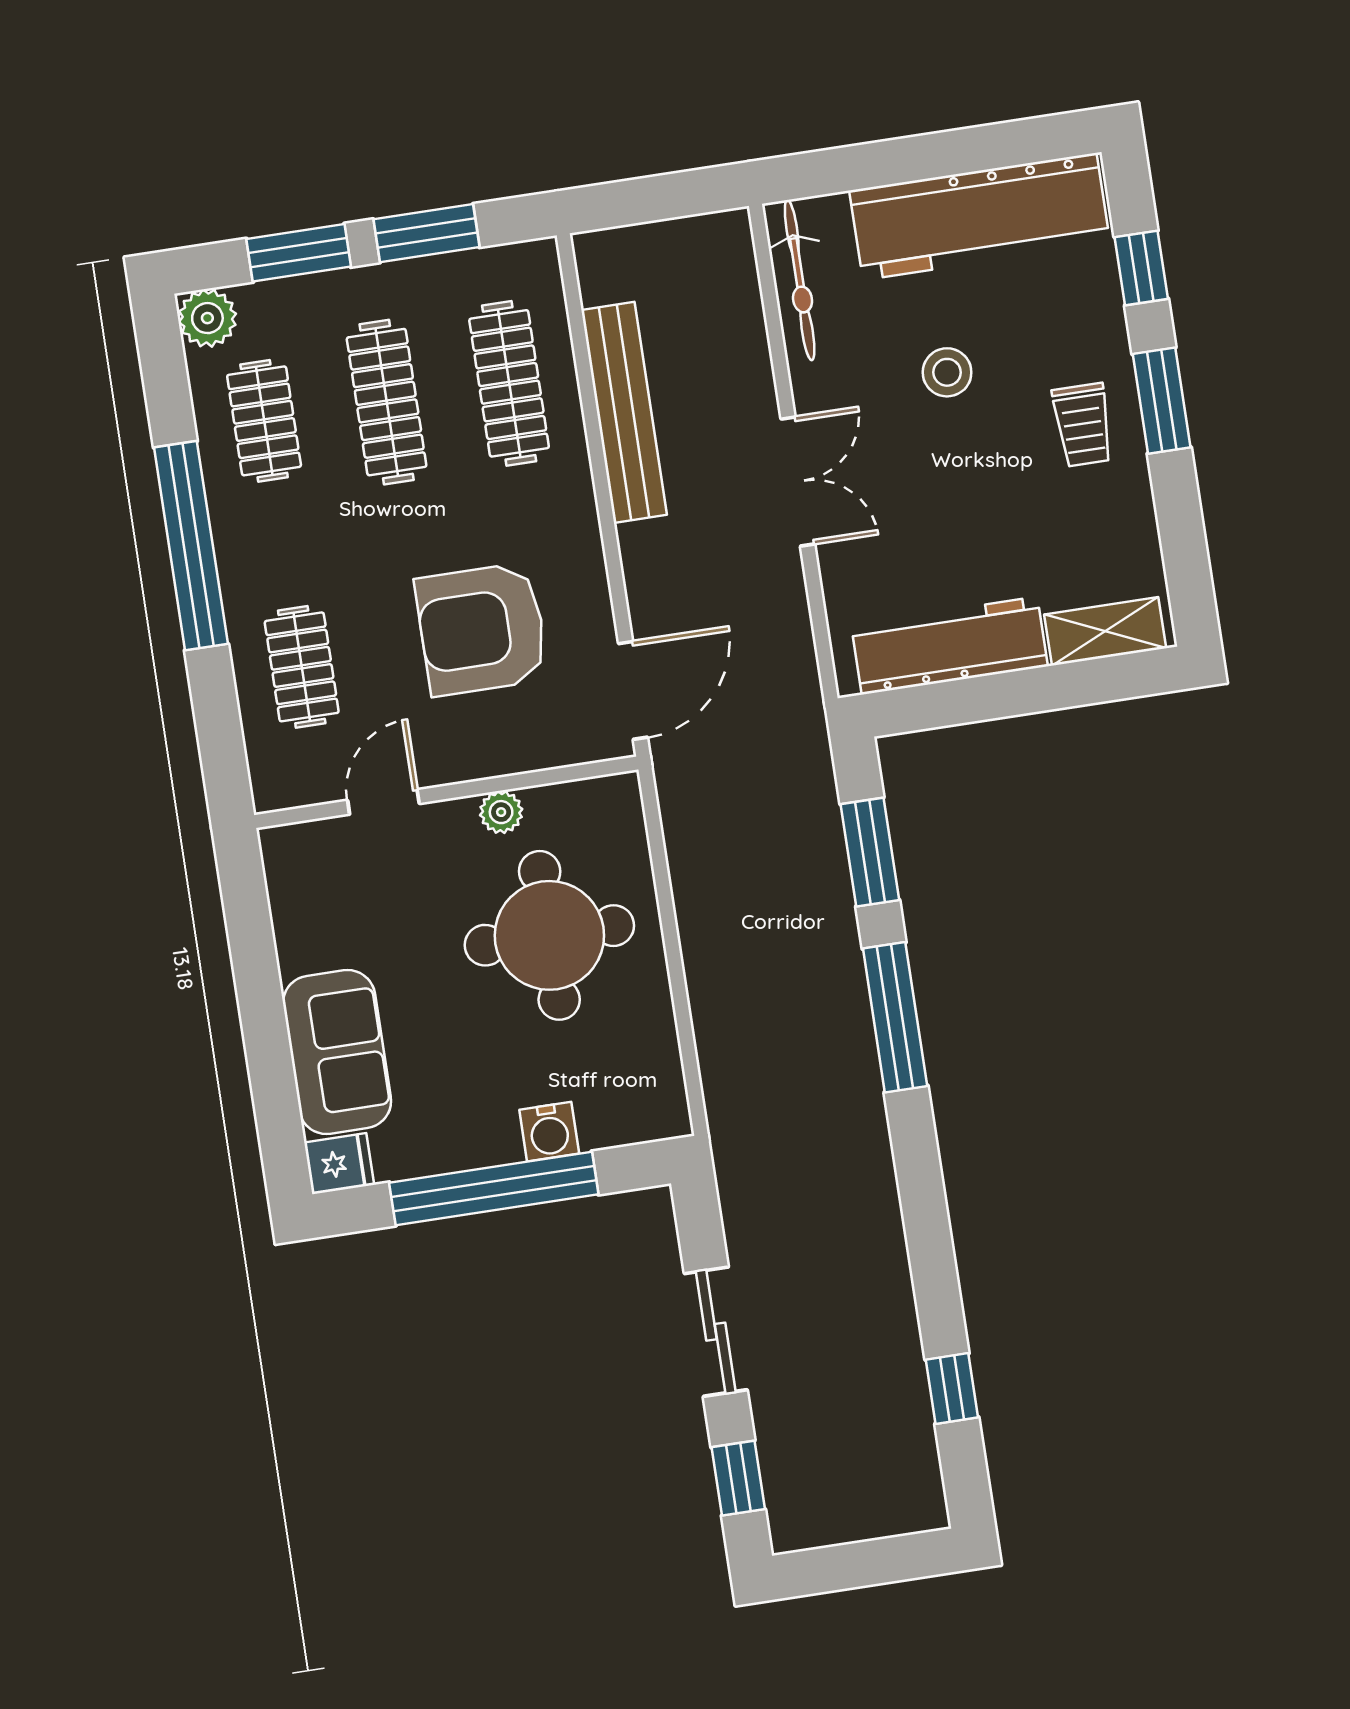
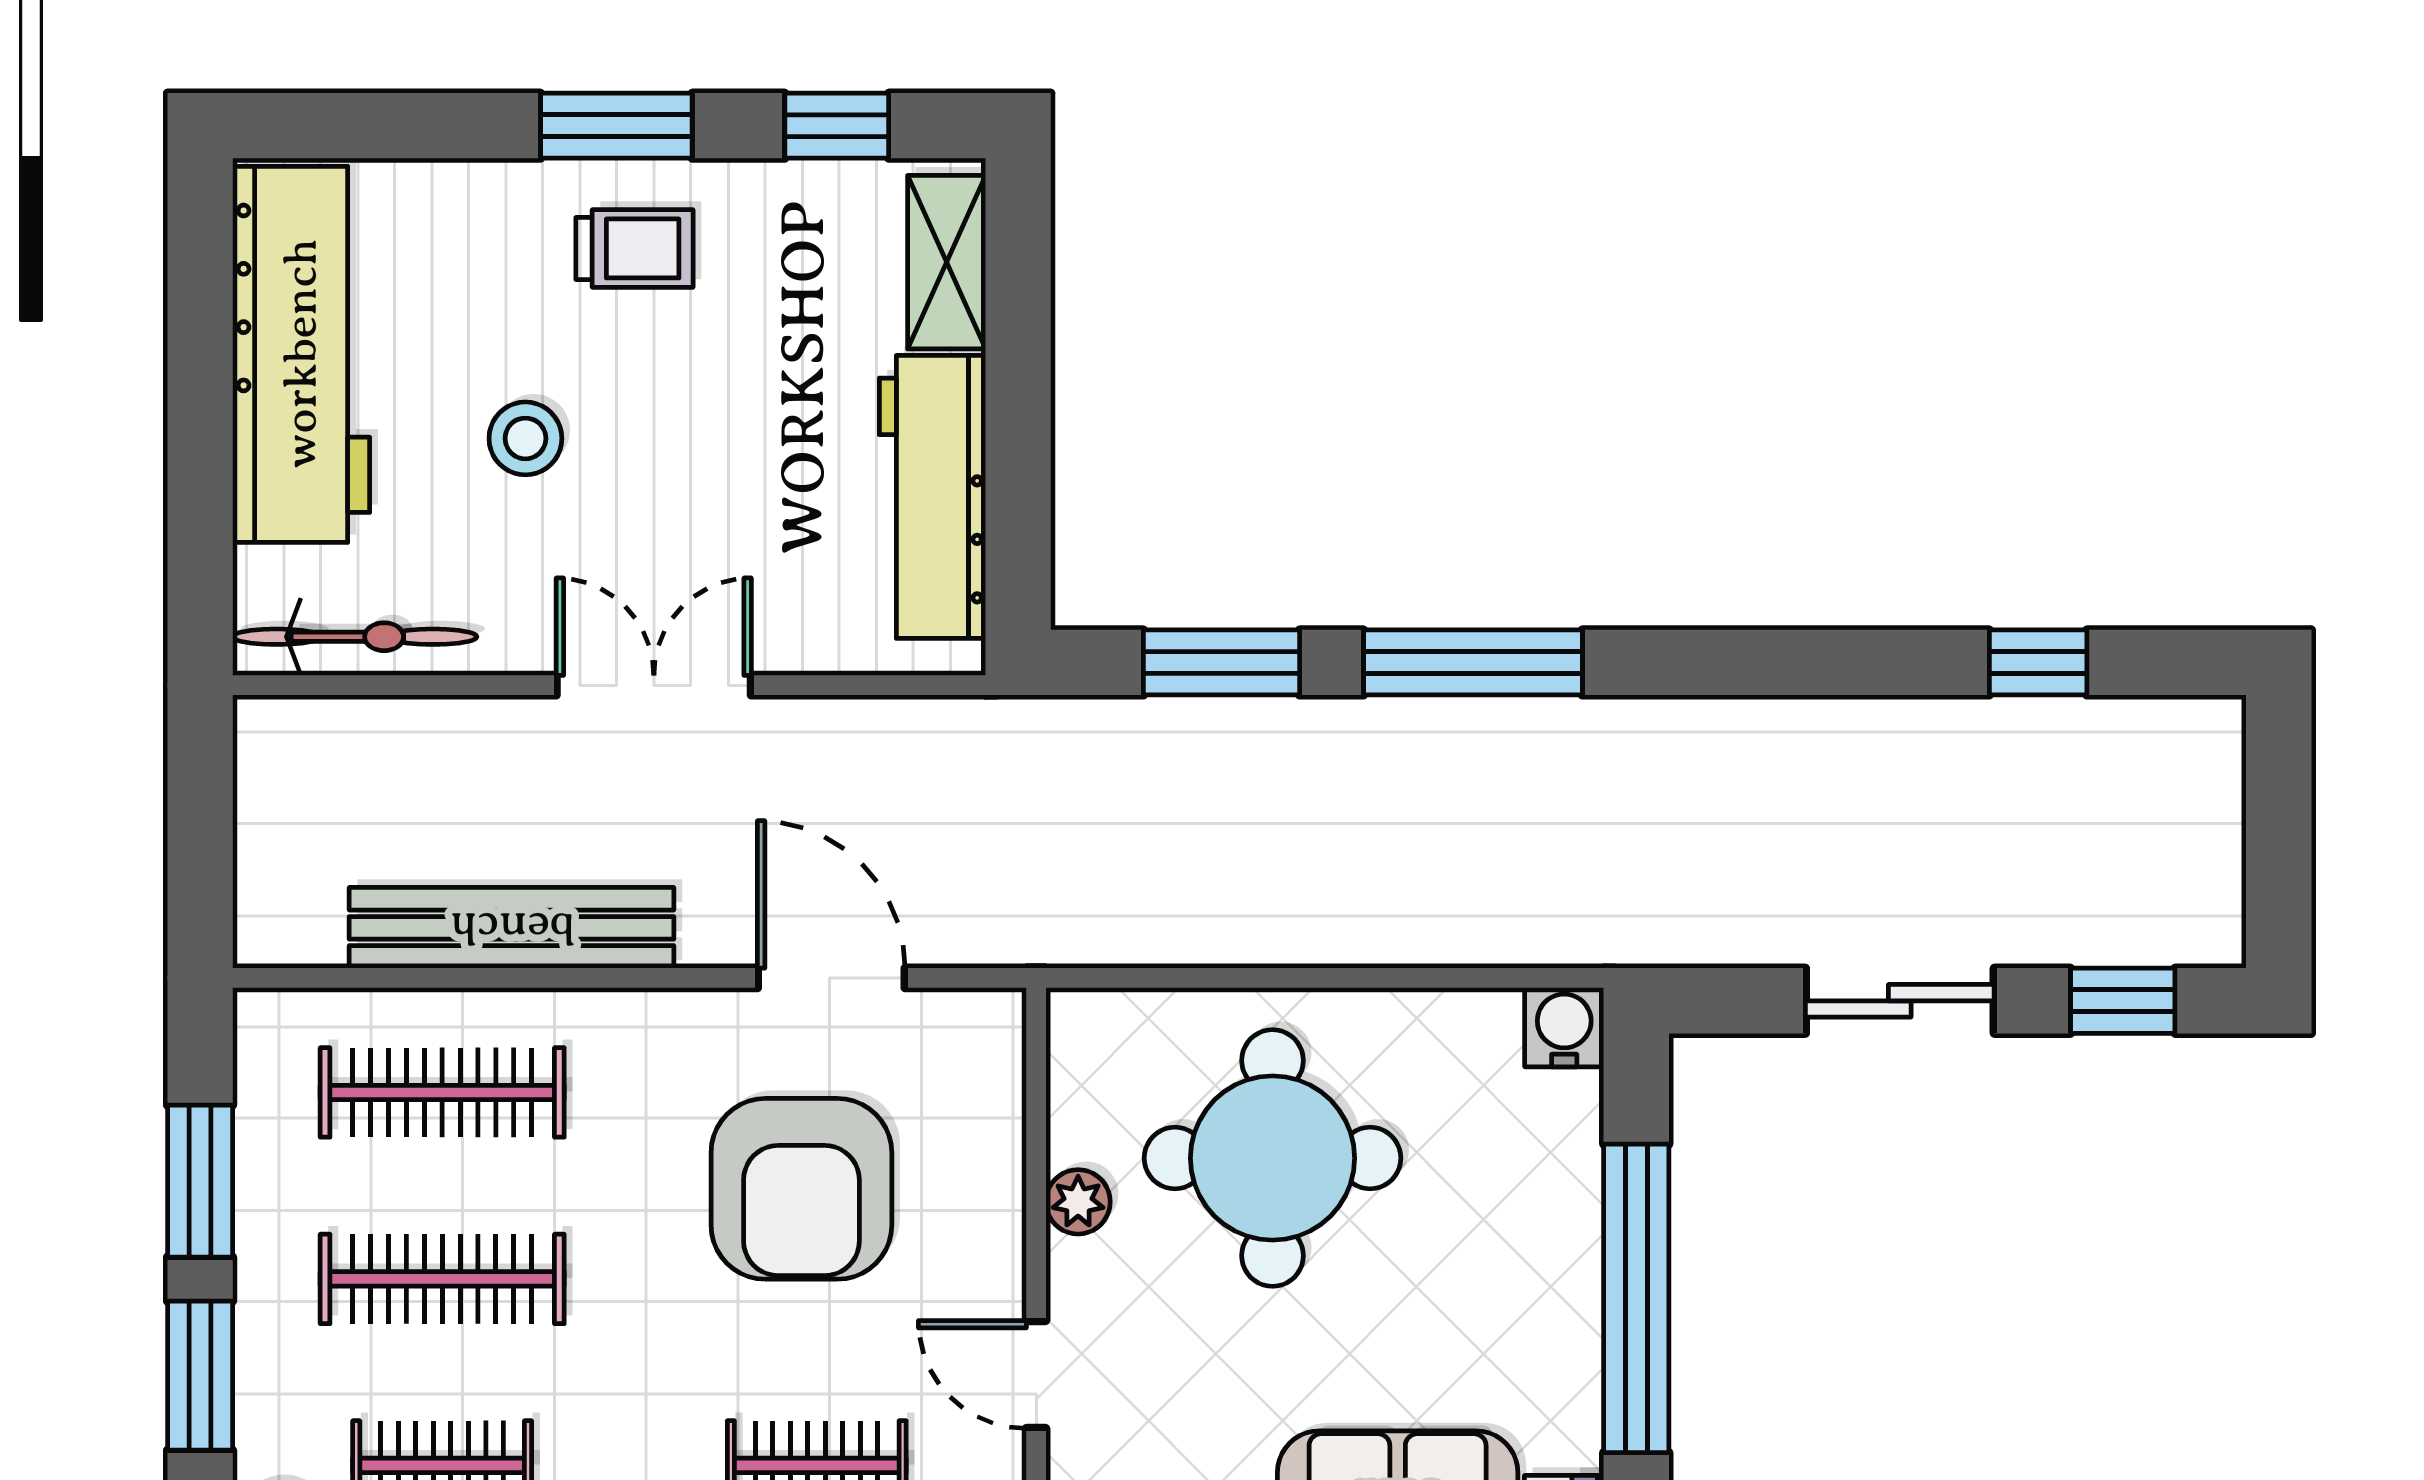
window: (1141, 268) -> (837, 126), moved
door: (633, 690) -> (831, 978), moved
water cooler: (549, 1132) -> (1564, 1027), moved, turned -90

